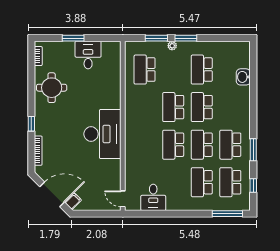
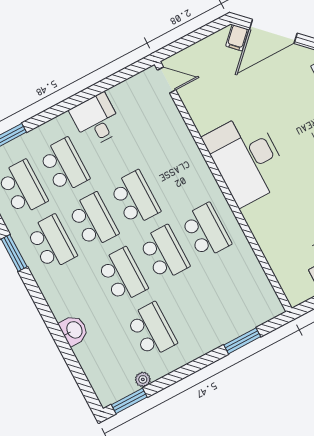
window: (186, 38) -> (129, 401), moved
plant: (172, 46) -> (143, 379), moved
school desk: (145, 70) -> (206, 231), moved
washbasin: (243, 77) -> (74, 330), moved
desk: (153, 197) -> (96, 120), moved

